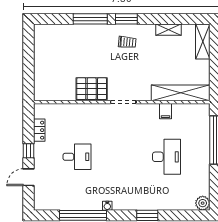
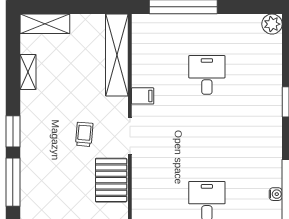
trolley: (127, 42) -> (84, 134), moved
filing cabinet: (166, 111) -> (143, 96), moved
desk: (166, 157) -> (207, 75), width x0.73
water cooler: (107, 206) -> (276, 194), moved

